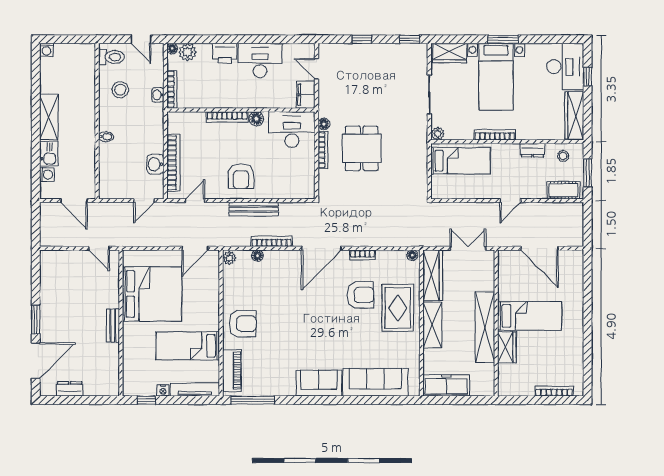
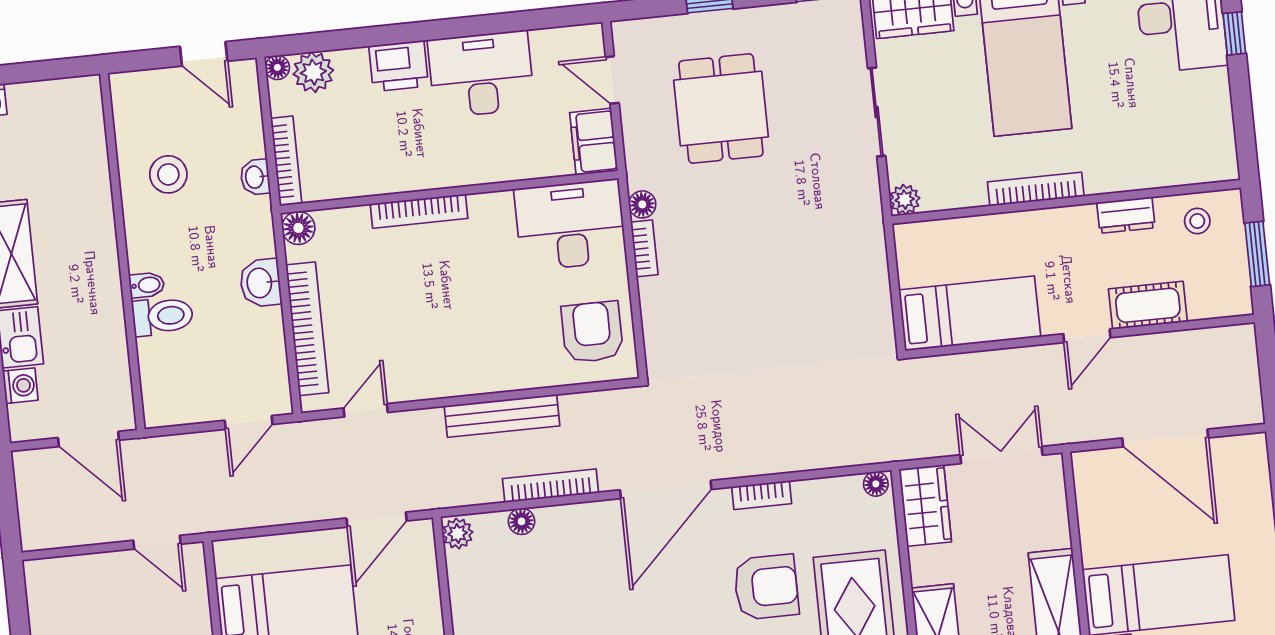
toilet: (111, 57) -> (163, 316), moved
wardrobe: (574, 115) -> (1213, 125), removed
floor lamp: (256, 119) -> (298, 228), moved
dining table: (362, 148) -> (721, 108), moved
bookcase: (323, 150) -> (644, 248), width x0.64
bed: (461, 161) -> (970, 313), moved
washbasin: (155, 164) -> (260, 283), moved
armchair: (241, 176) -> (592, 332), moved, turned 180
cot: (563, 190) -> (1148, 305), moved
wardrobe: (433, 275) -> (925, 506), width x0.67

